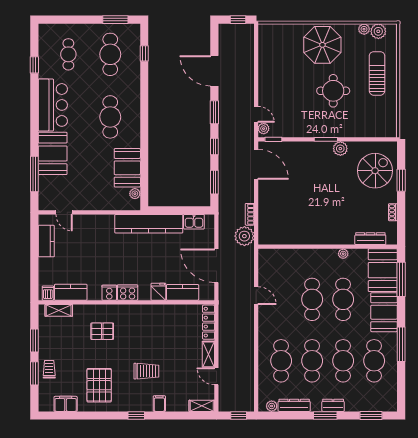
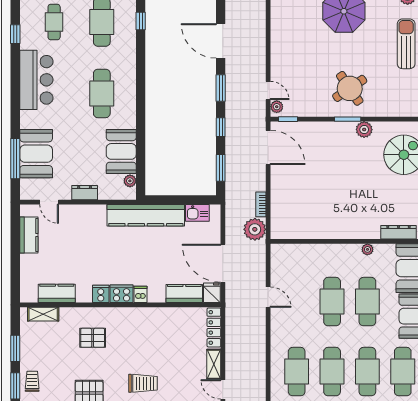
round table: (333, 91) -> (350, 88), moved, turned -34
booth: (53, 153) -> (36, 154), moved
dresser: (95, 204) -> (85, 193), added
fridge: (158, 292) -> (212, 293), moved
dishwasher: (48, 293) -> (141, 294), moved

